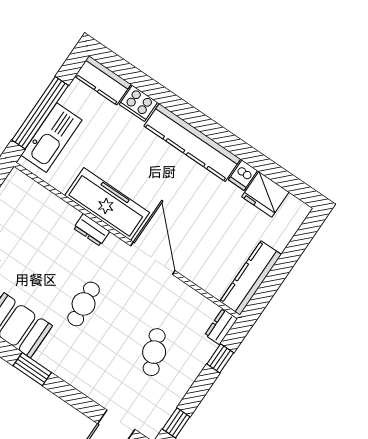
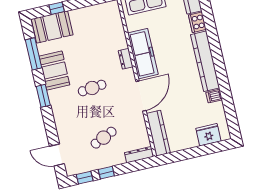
fridge: (265, 194) -> (208, 135), moved, turned 90
kitchen counter: (251, 278) -> (158, 133), moved, turned 90
dresser: (221, 327) -> (139, 155), width x1.44
window: (220, 358) -> (106, 173), moved

